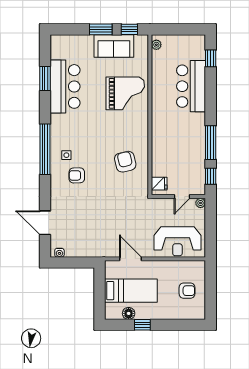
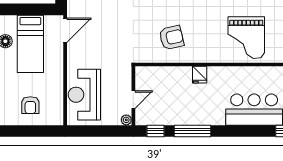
fridge: (159, 184) -> (200, 75), moved
door: (182, 197) -> (133, 100), swing flipped
door: (131, 259) -> (65, 30), moved

